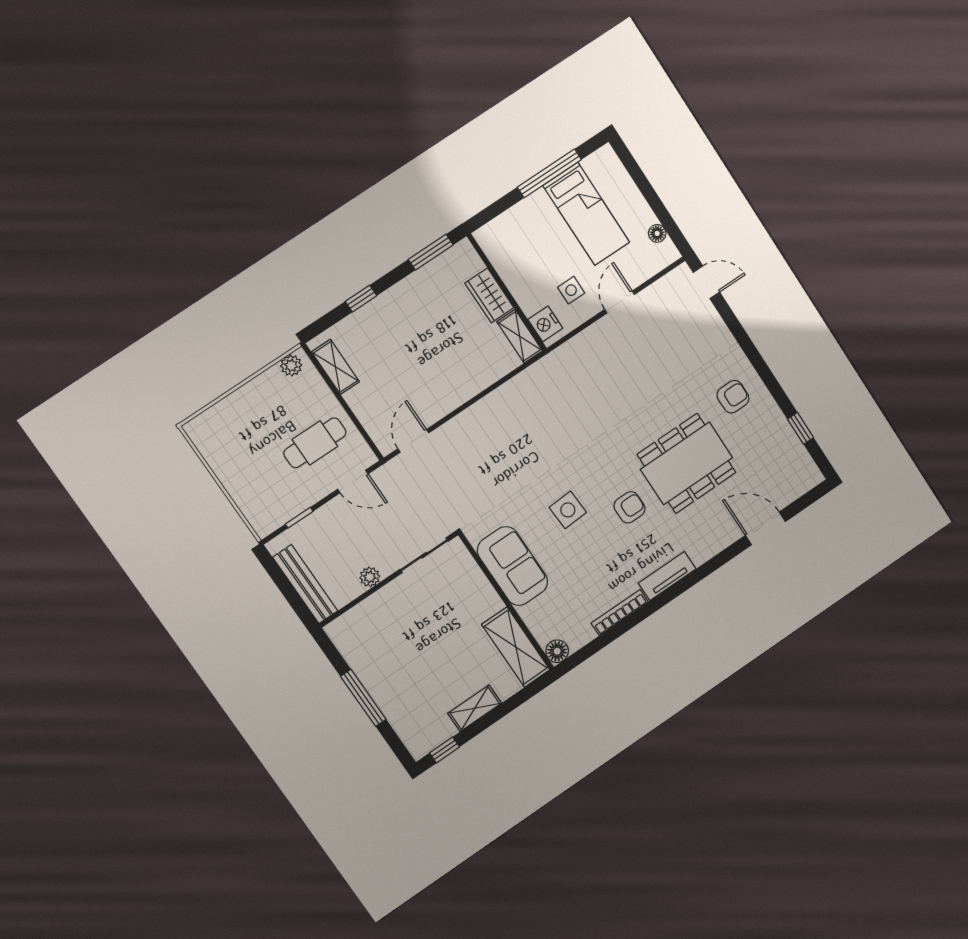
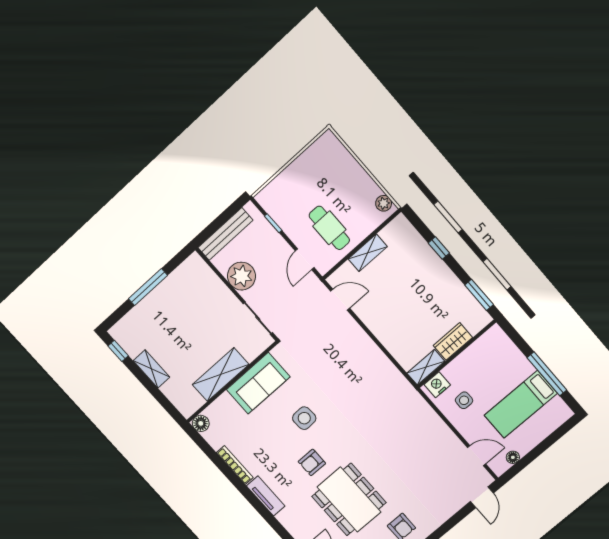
door: (620, 302) -> (477, 456), moved
shelving: (335, 367) -> (368, 253), moved
armchair: (629, 507) -> (312, 462), turned 90
plant: (370, 577) -> (241, 276), width x1.87, depth x1.87
shelving: (516, 647) -> (221, 375), moved

